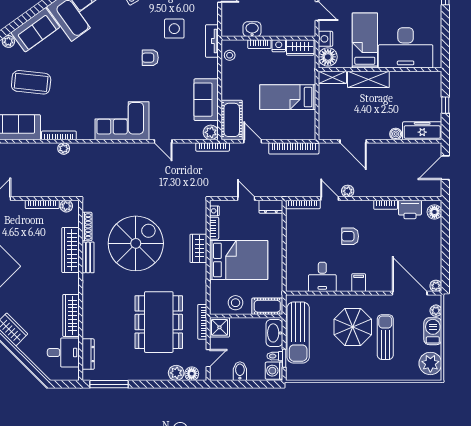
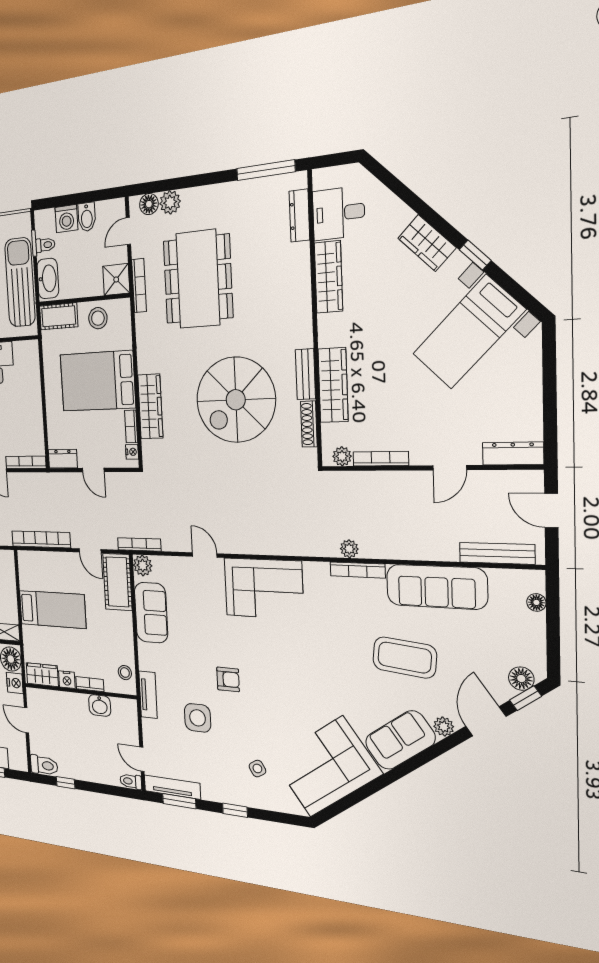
wardrobe: (198, 248) -> (150, 406), width x1.50
washing machine: (274, 371) -> (66, 219), moved, turned 90

